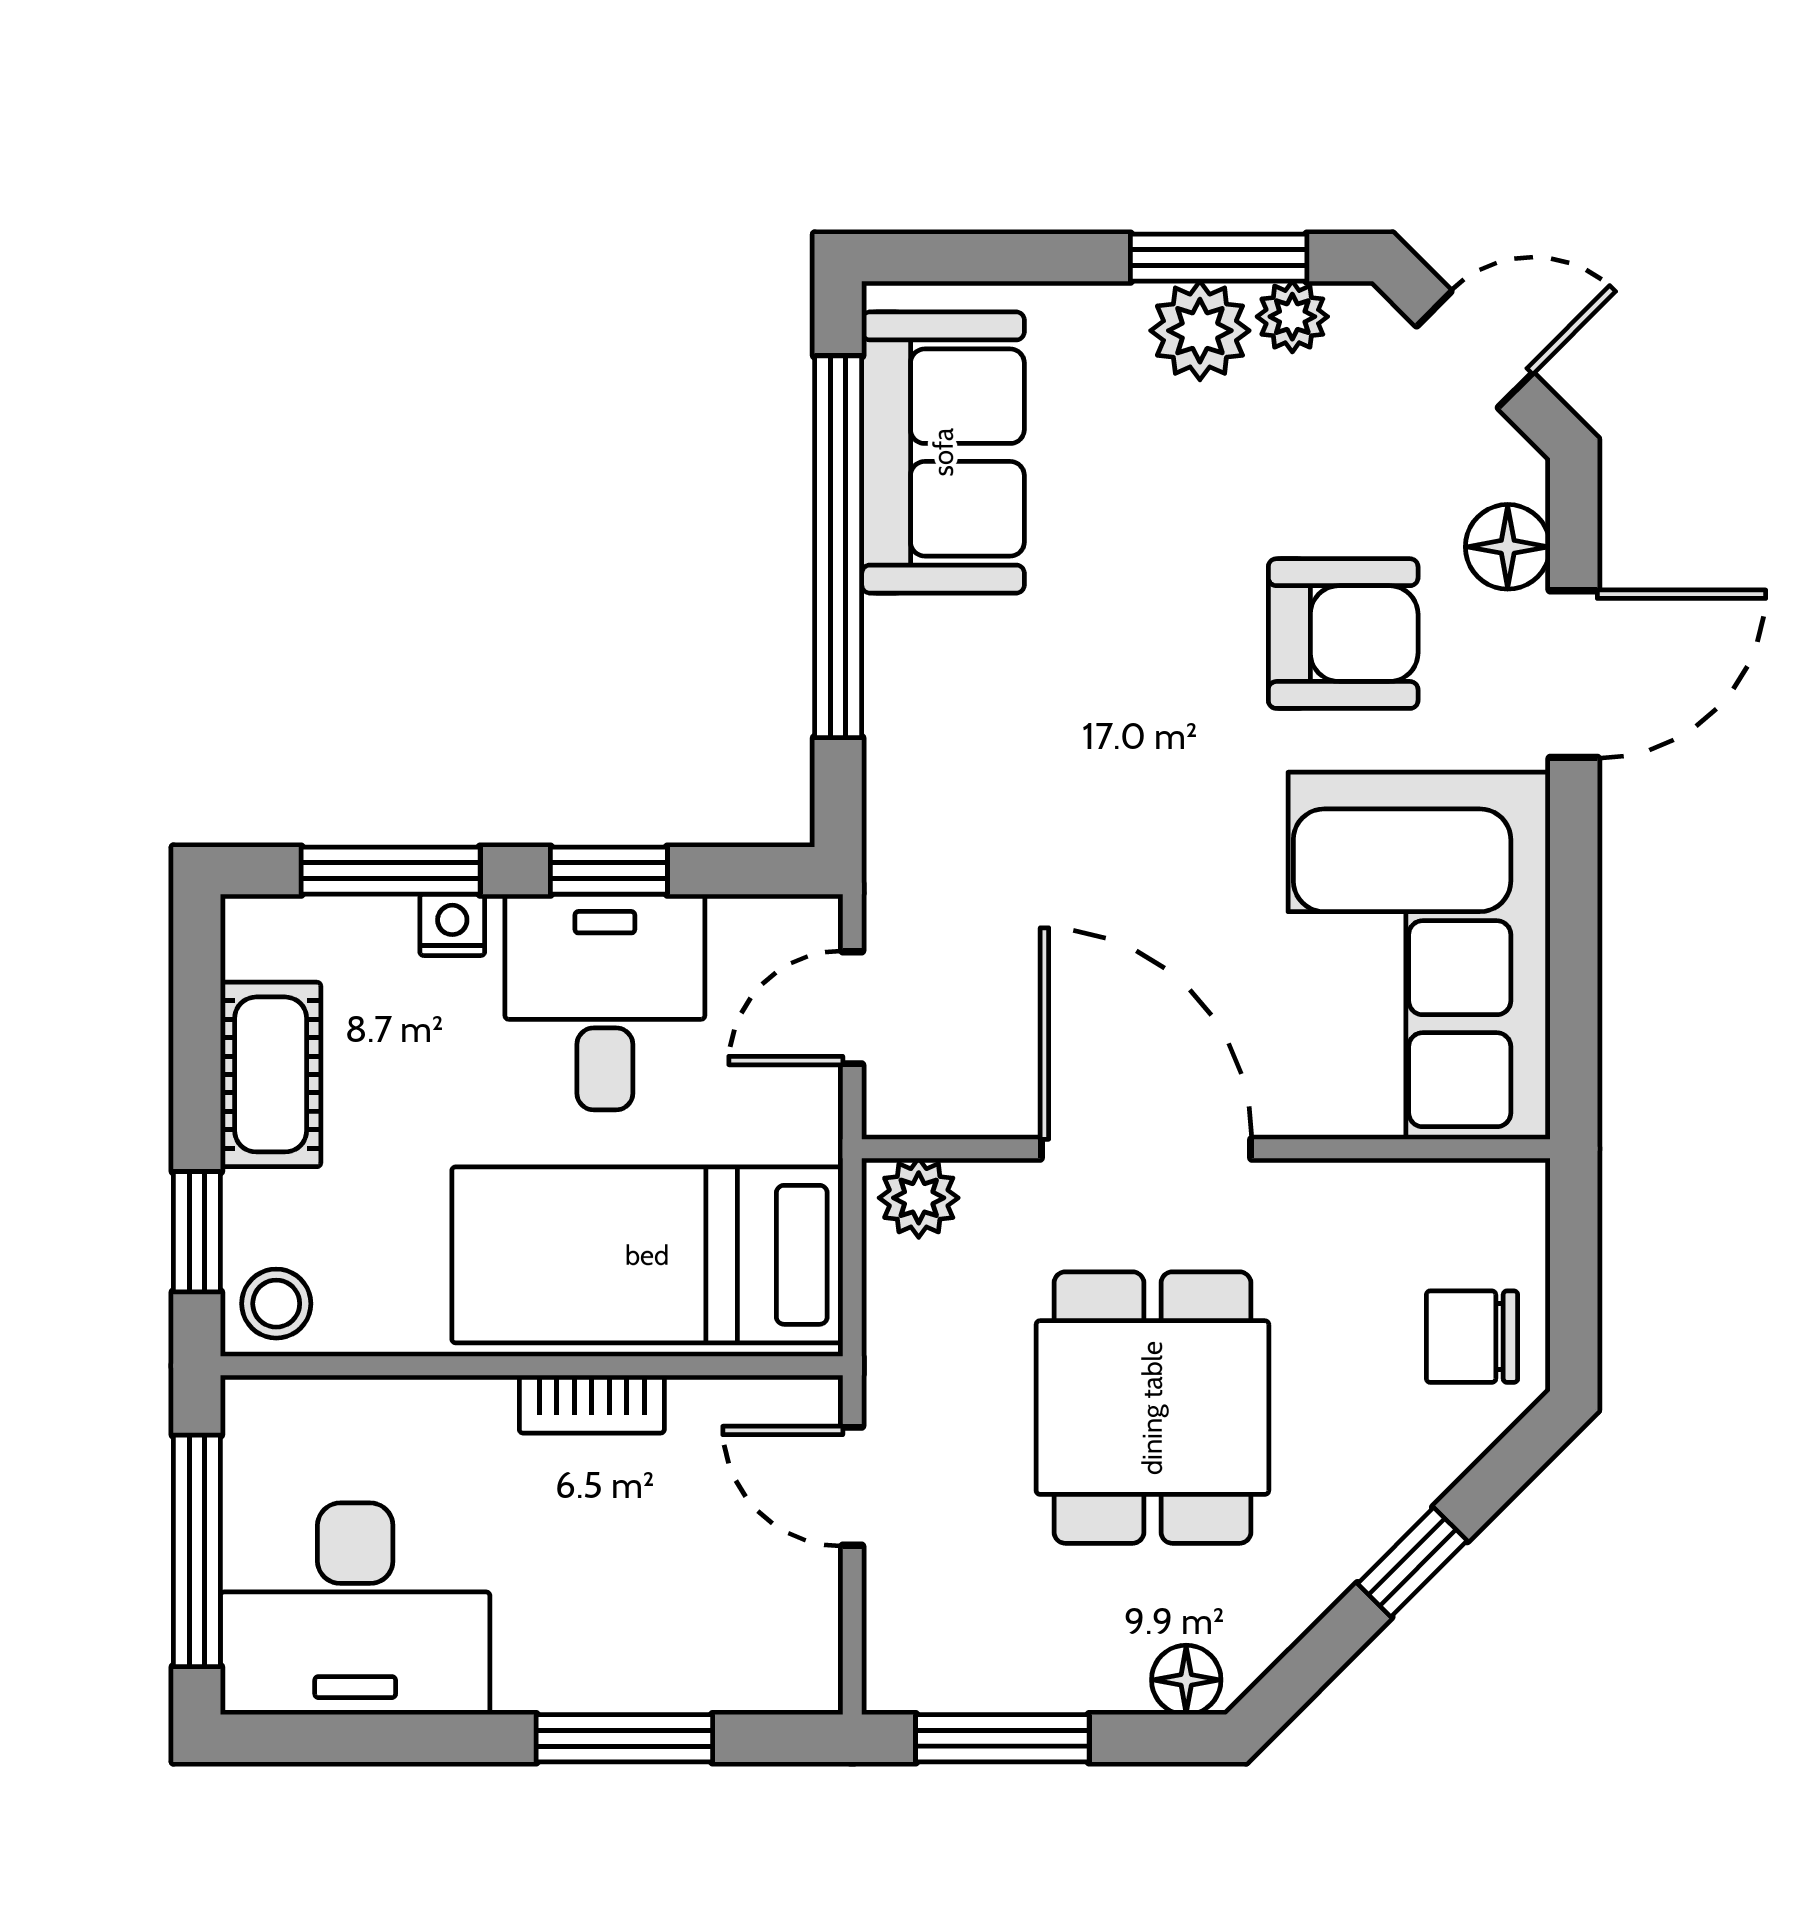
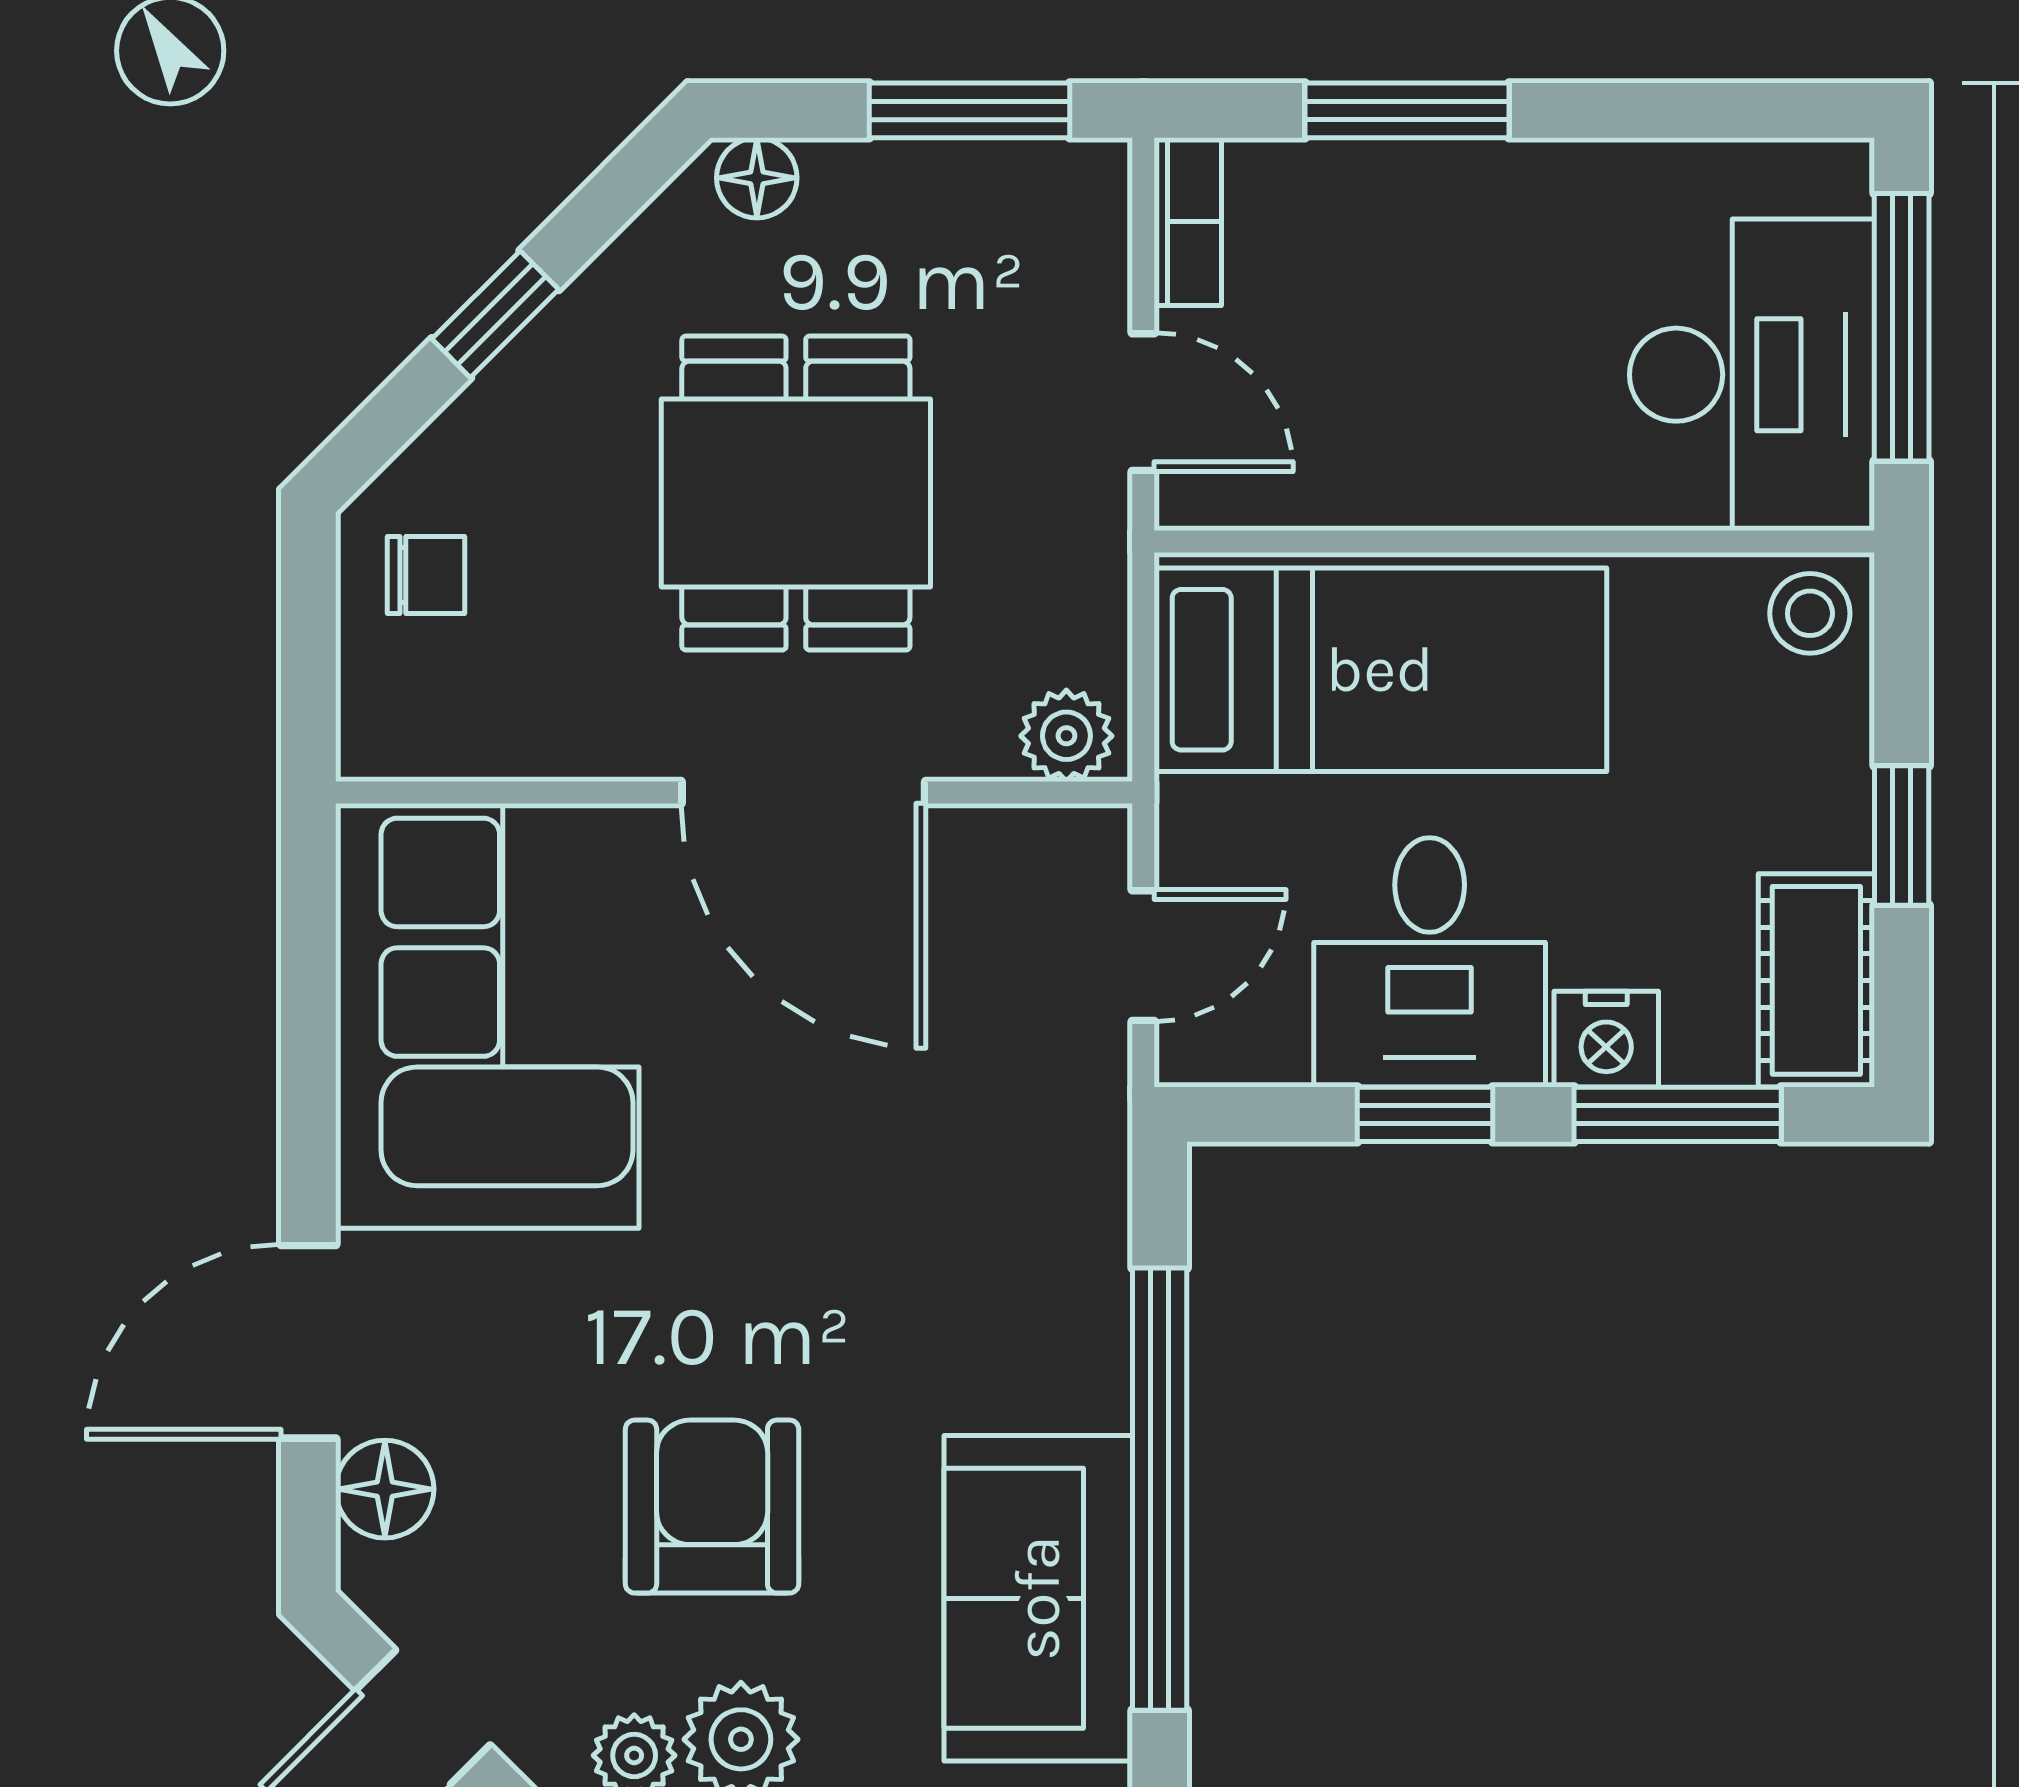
armchair: (1343, 634) -> (712, 1507), moved, turned 90
nightstand: (452, 925) -> (1606, 1039), width x1.39, depth x1.35
cot: (271, 1074) -> (1816, 980), moved
window: (197, 1232) -> (1902, 836), moved
chair: (1472, 1337) -> (426, 575), width x0.73, depth x0.73
bookcase: (592, 1404) -> (1188, 222), moved, turned 90
desk: (355, 1609) -> (1752, 375), moved, turned 90

